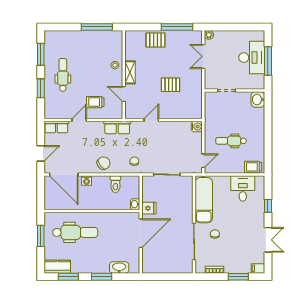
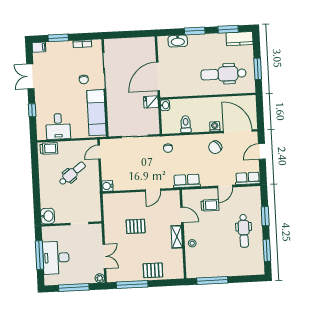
window: (235, 27) -> (74, 287), added
dental chair: (231, 141) -> (72, 173), turned -37
chair: (104, 163) -> (215, 147), moved

